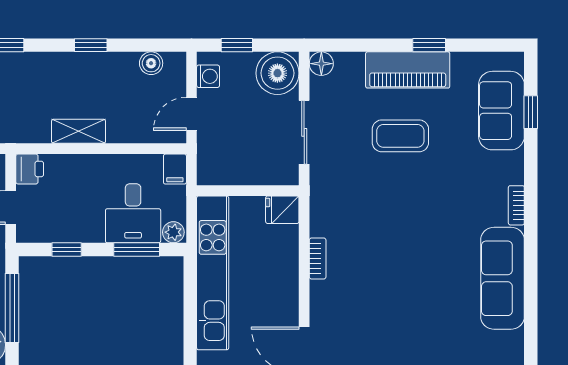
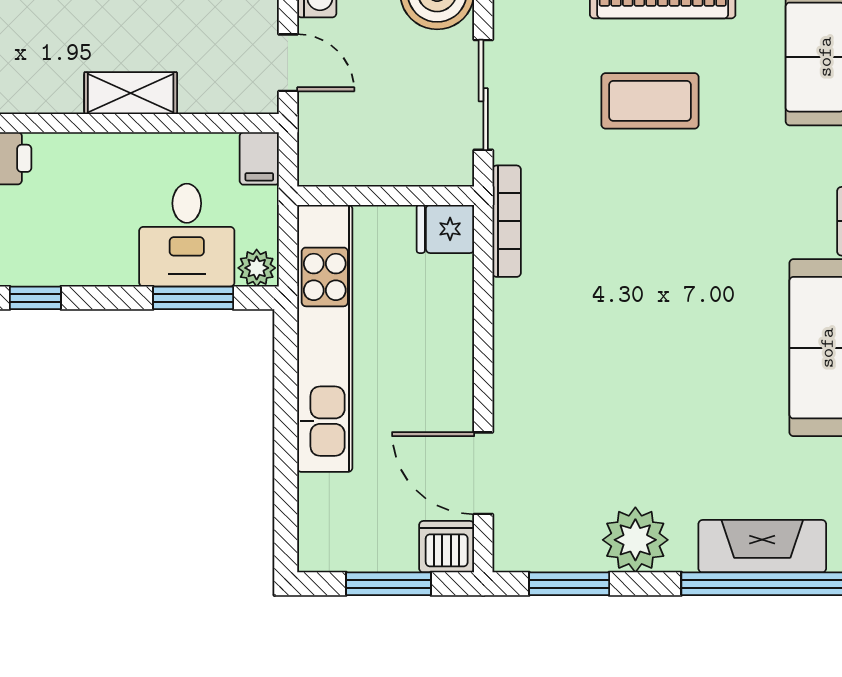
door: (191, 114) -> (288, 63), swing flipped
shelving: (79, 131) -> (131, 93), moved
window: (67, 250) -> (35, 298), moved
bookcase: (318, 258) -> (507, 221), moved, width x1.56

